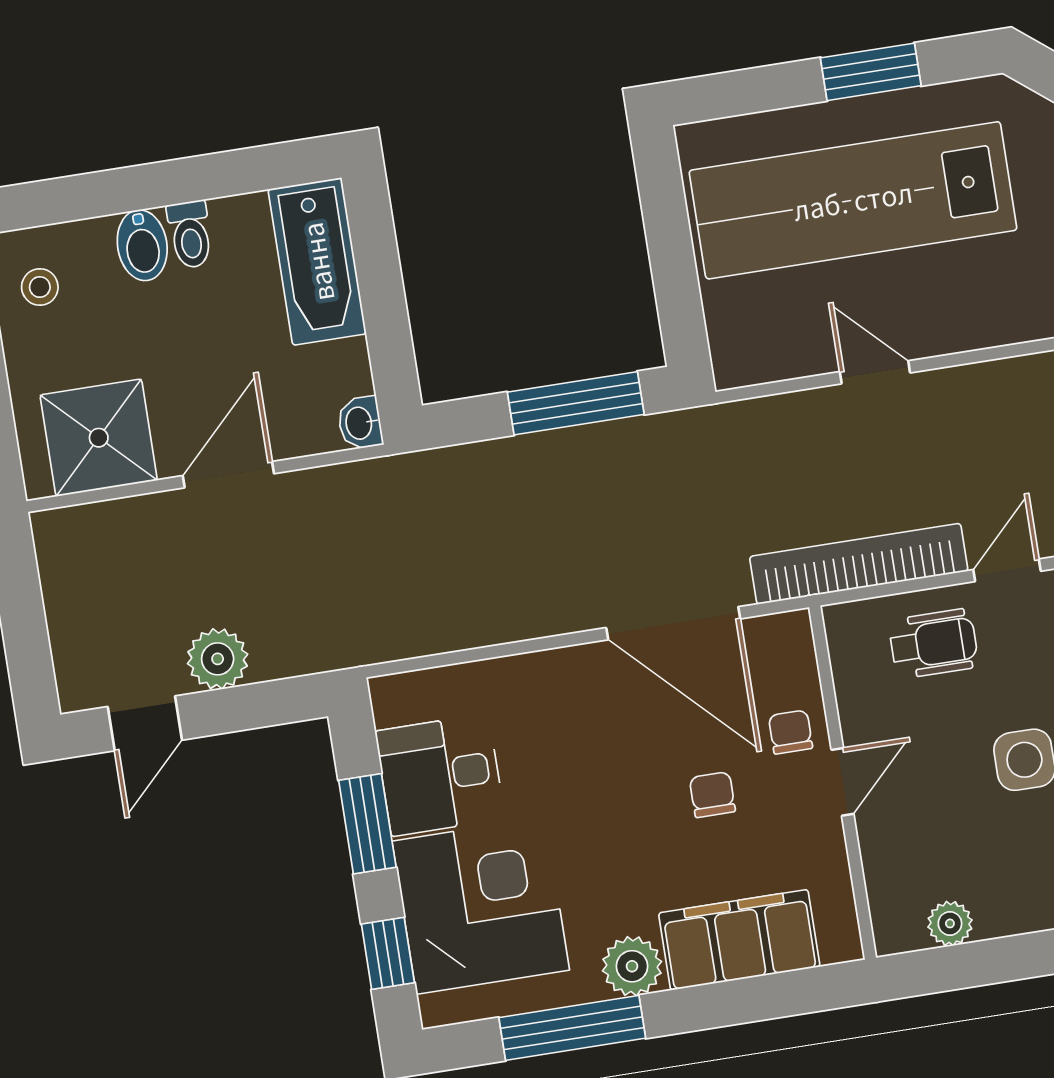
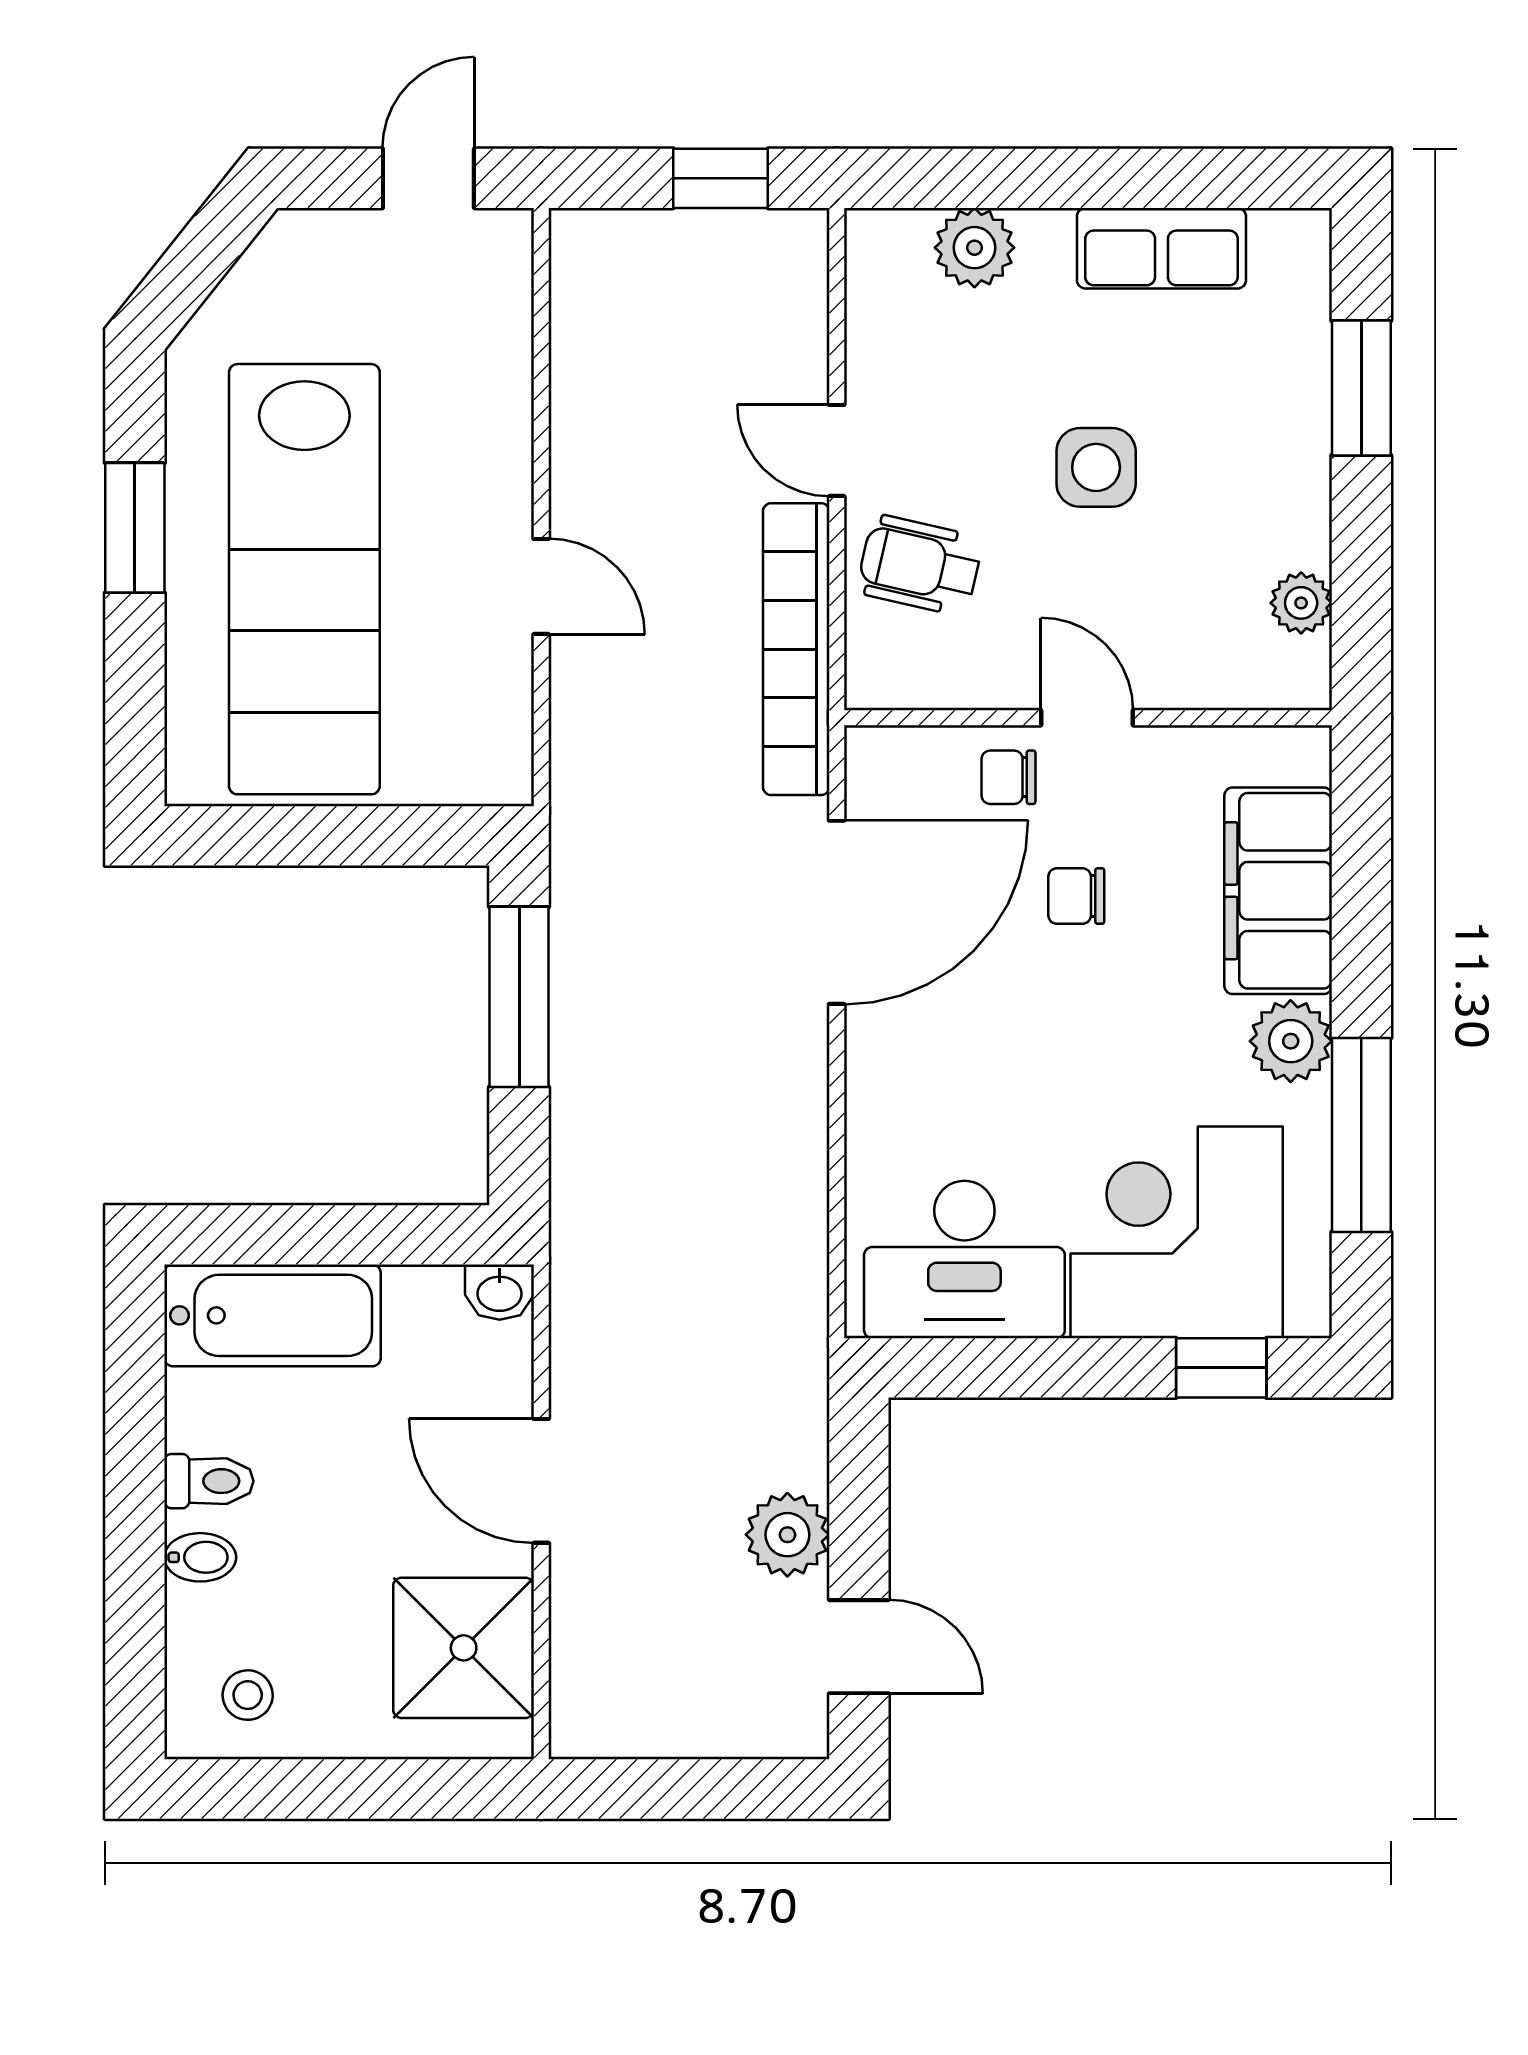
bidet: (142, 245) -> (200, 1557), width x0.72, depth x0.74
door: (875, 372) -> (541, 586), swing flipped
wheelchair: (934, 644) -> (920, 565), turned -77
desk: (440, 775) -> (964, 1259), width x1.37
window: (367, 824) -> (1042, 1368), removed

